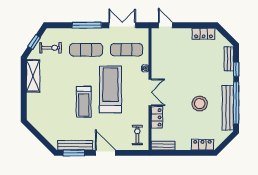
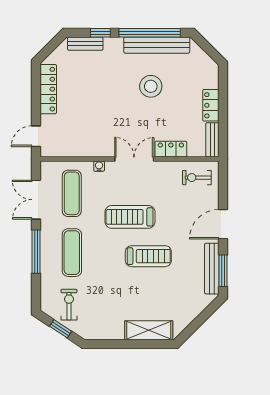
locker: (204, 34) -> (48, 89), width x1.53
shelving: (33, 76) -> (149, 330), moved
treadmill: (110, 89) -> (130, 217), width x0.73, depth x0.73
locker: (202, 145) -> (211, 105), moved

